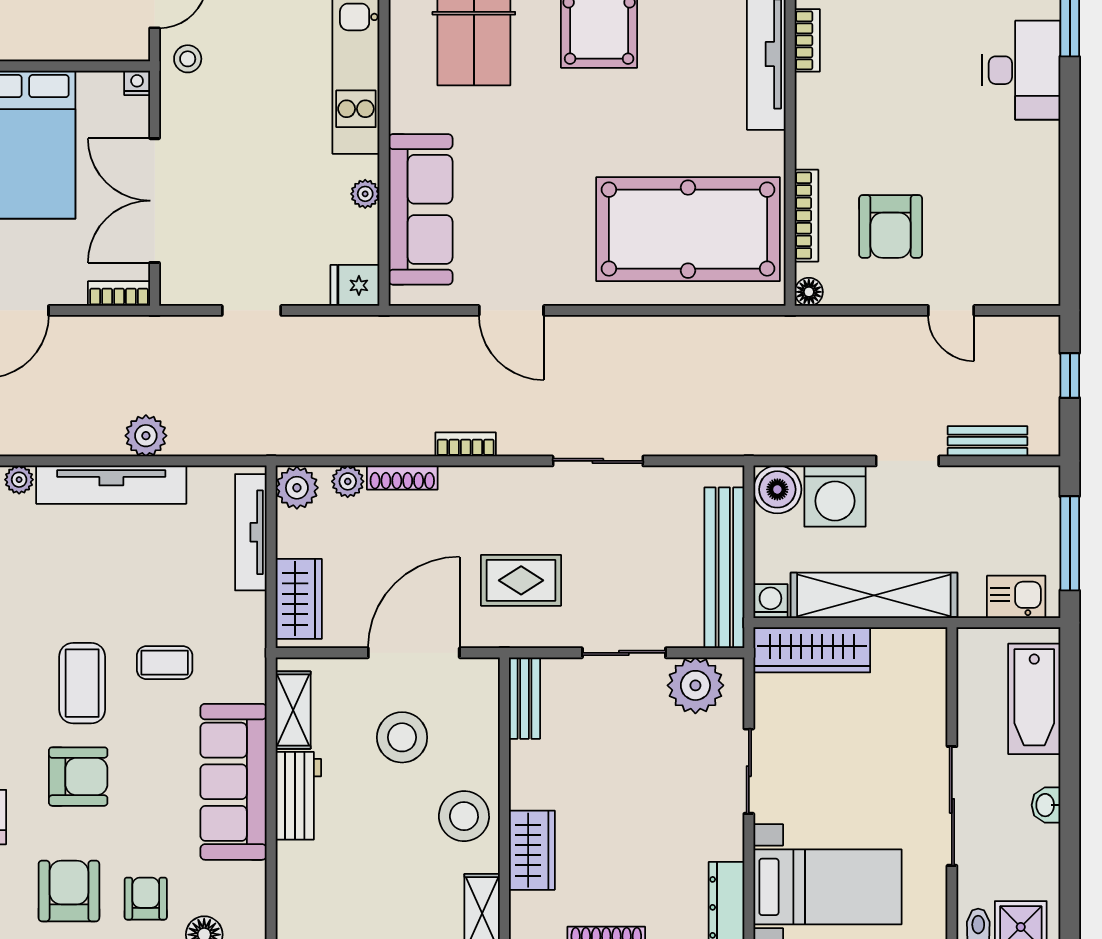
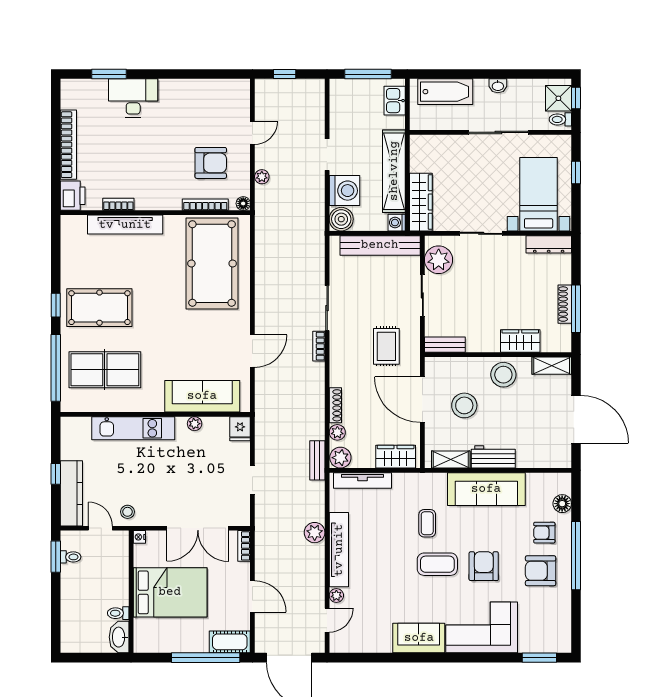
plant: (863, 329) -> (262, 177), added
bench: (987, 441) -> (317, 460), moved
bookcase: (466, 444) -> (319, 346), moved

